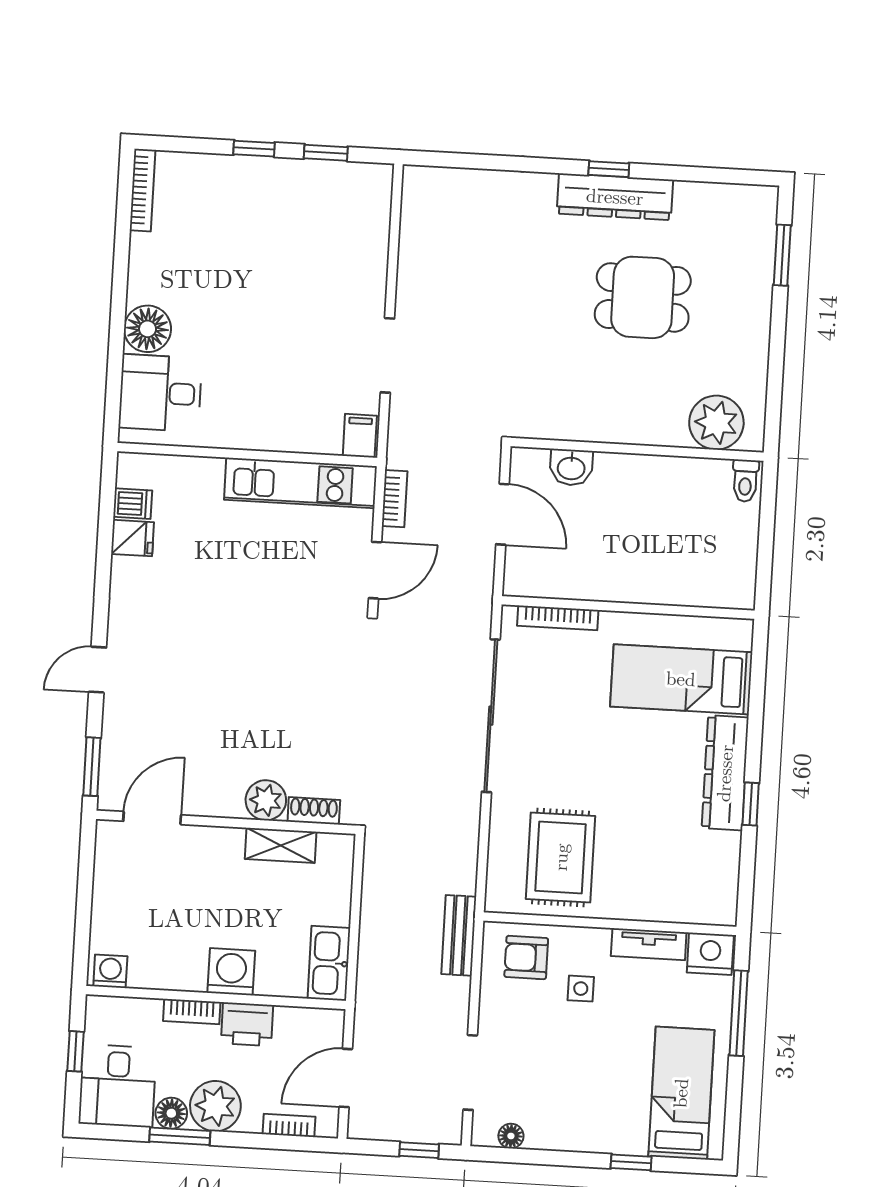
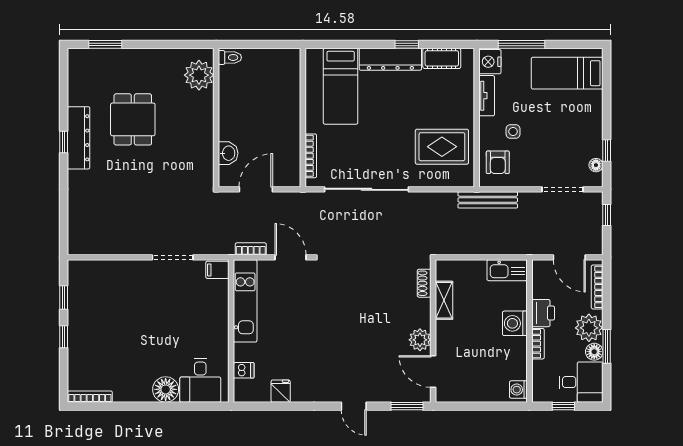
dishwasher: (133, 504) -> (244, 370), moved, turned 90
plant: (266, 800) -> (420, 340), moved
cot: (721, 866) -> (442, 58), added
bench: (459, 935) -> (488, 200), width x1.36
bookcase: (289, 1125) -> (597, 287), width x1.56
window: (631, 1162) -> (607, 151), moved

